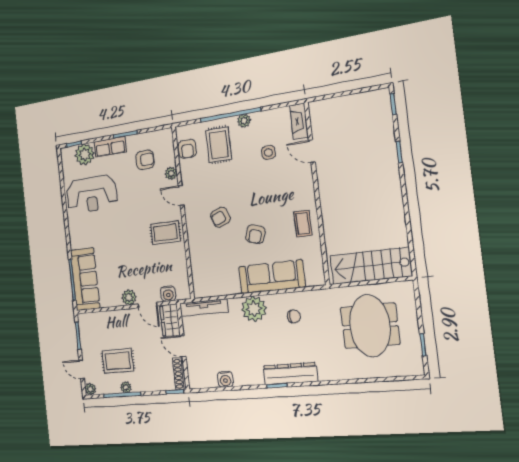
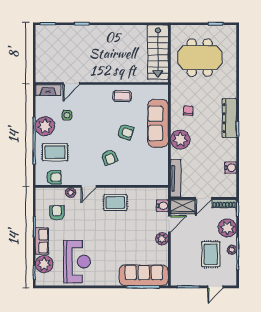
plant: (244, 121) -> (45, 126), width x1.87, depth x1.87
rug: (165, 233) -> (115, 202), turned 90
plant: (90, 389) -> (227, 228), moved, width x1.88, depth x1.88

